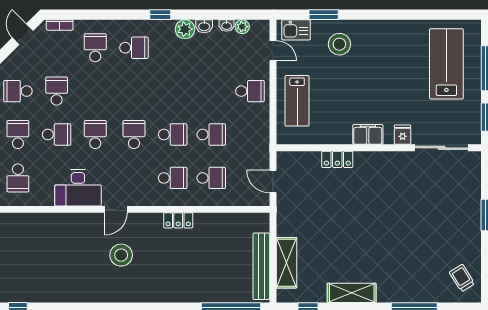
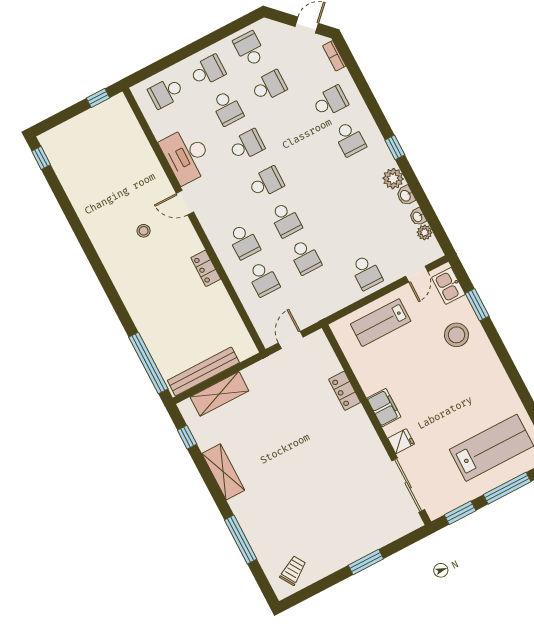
stool: (121, 255) -> (144, 231), width x0.53, depth x0.53

